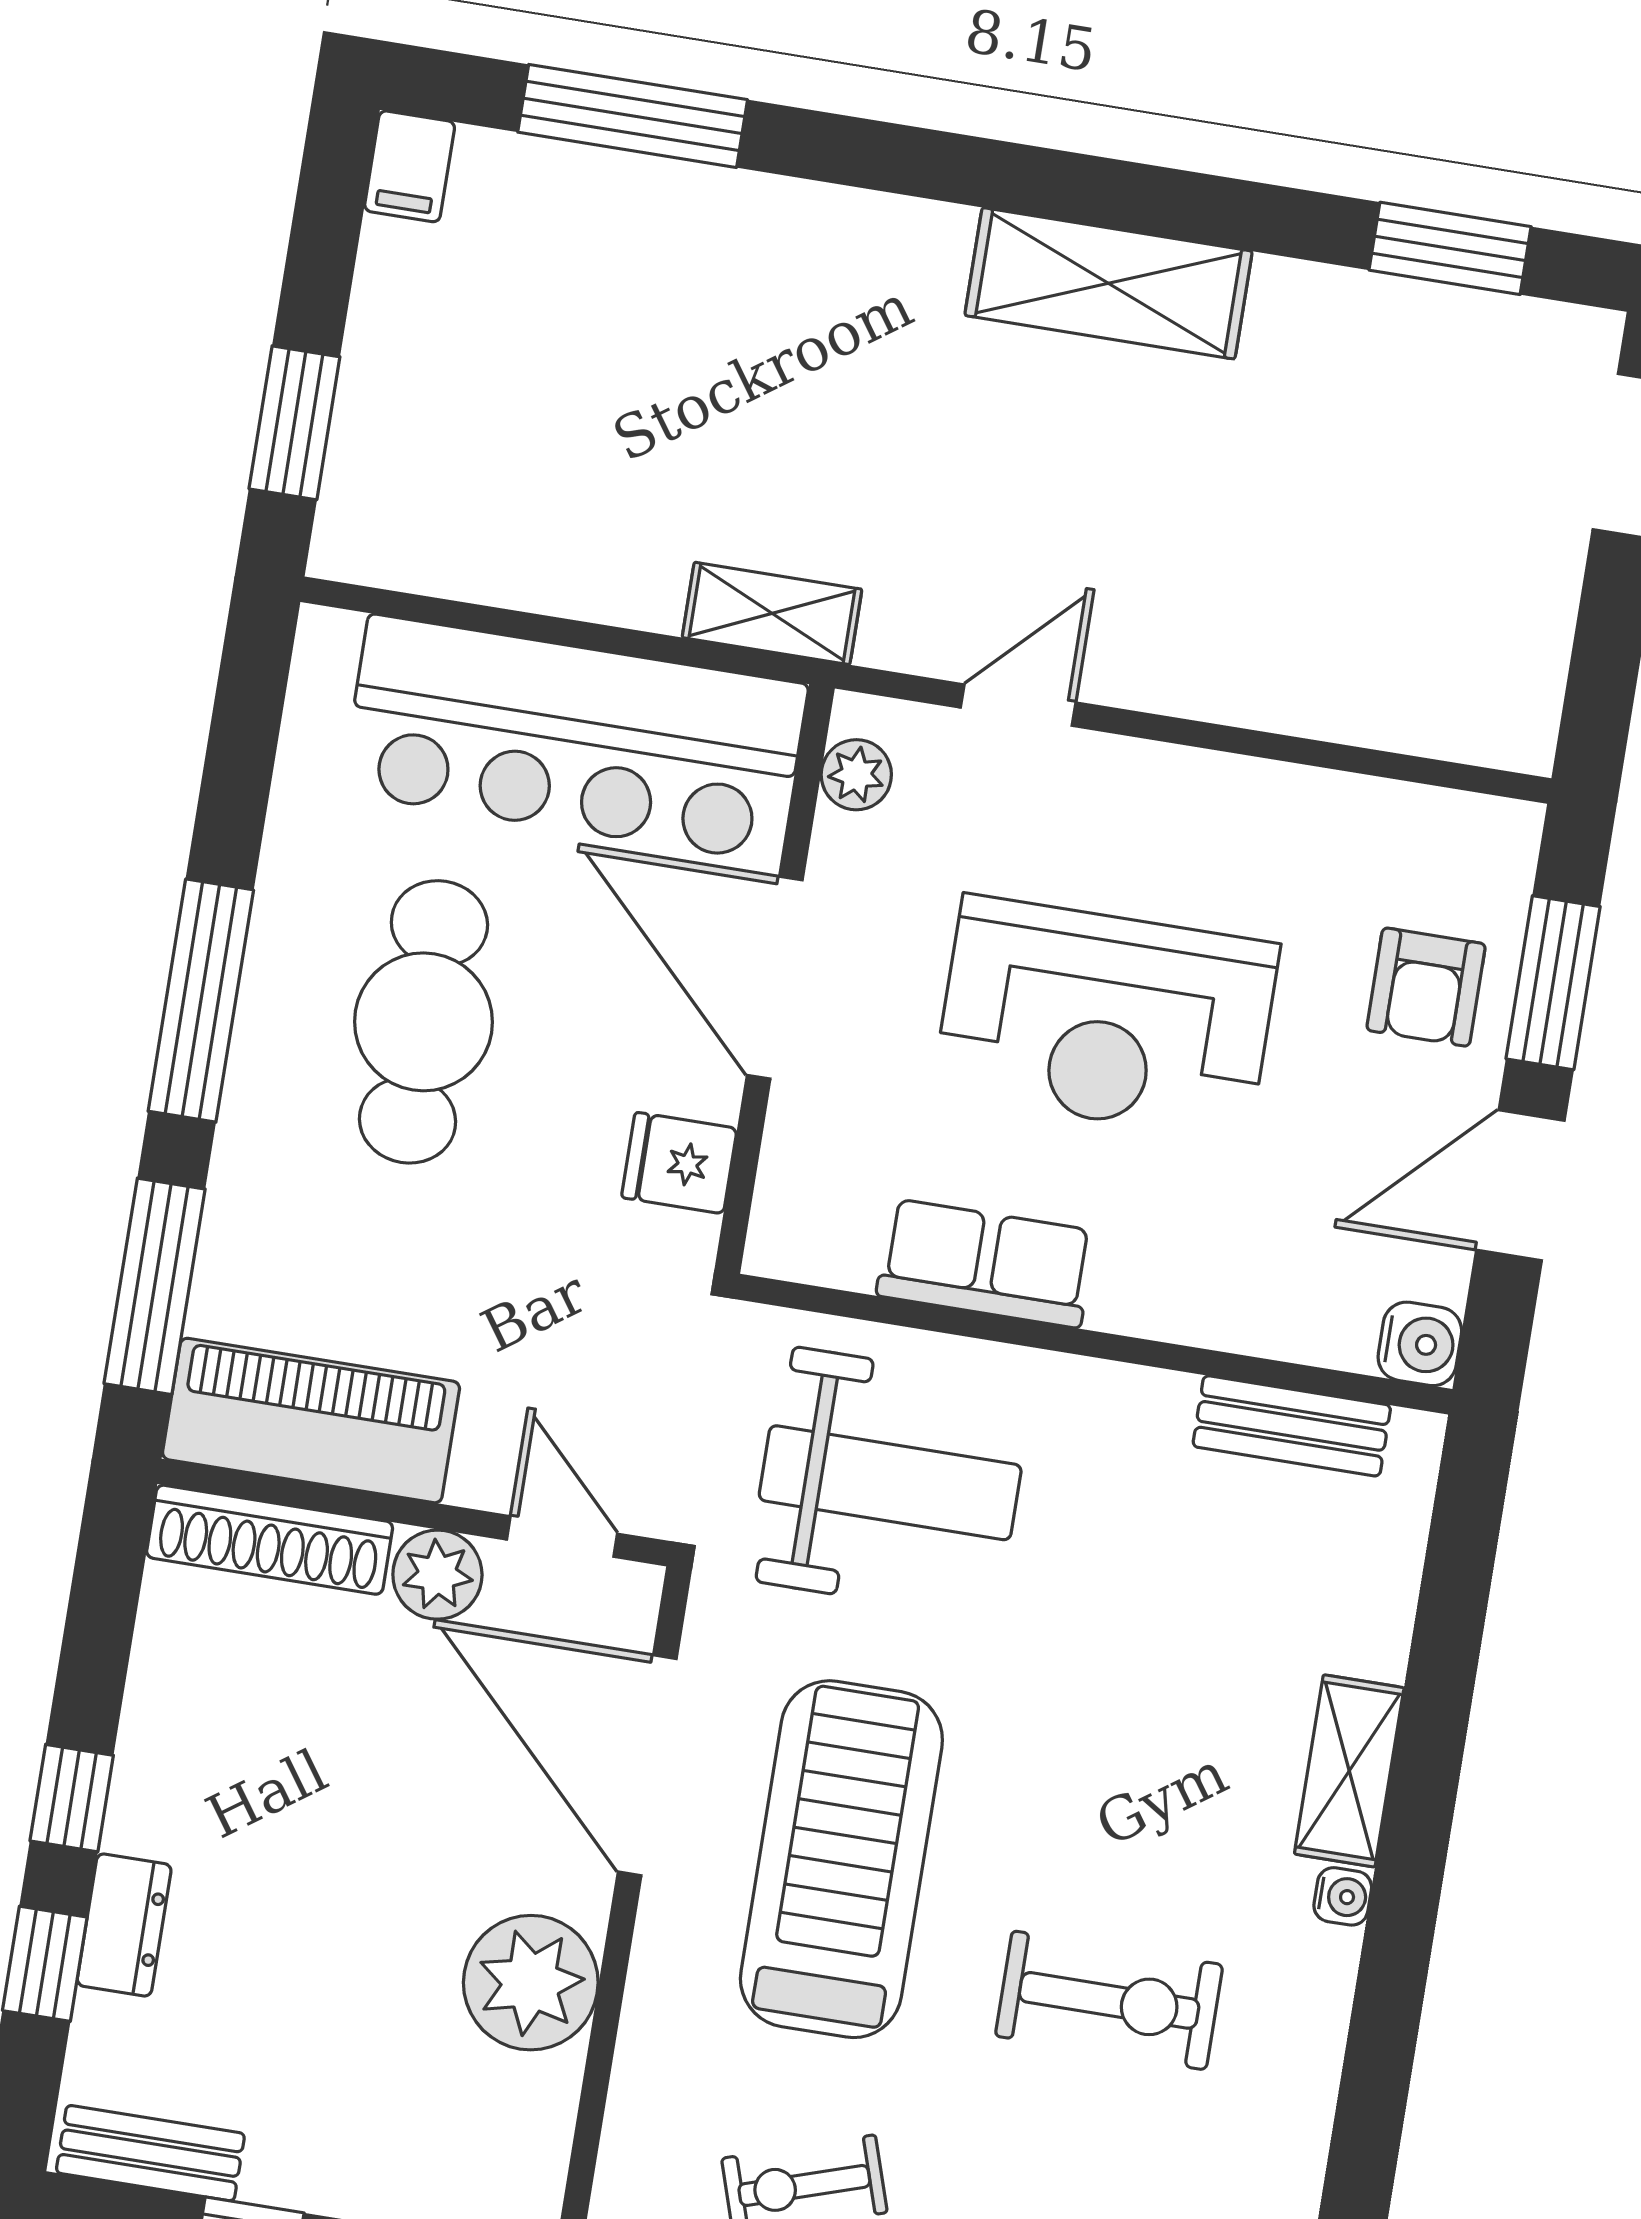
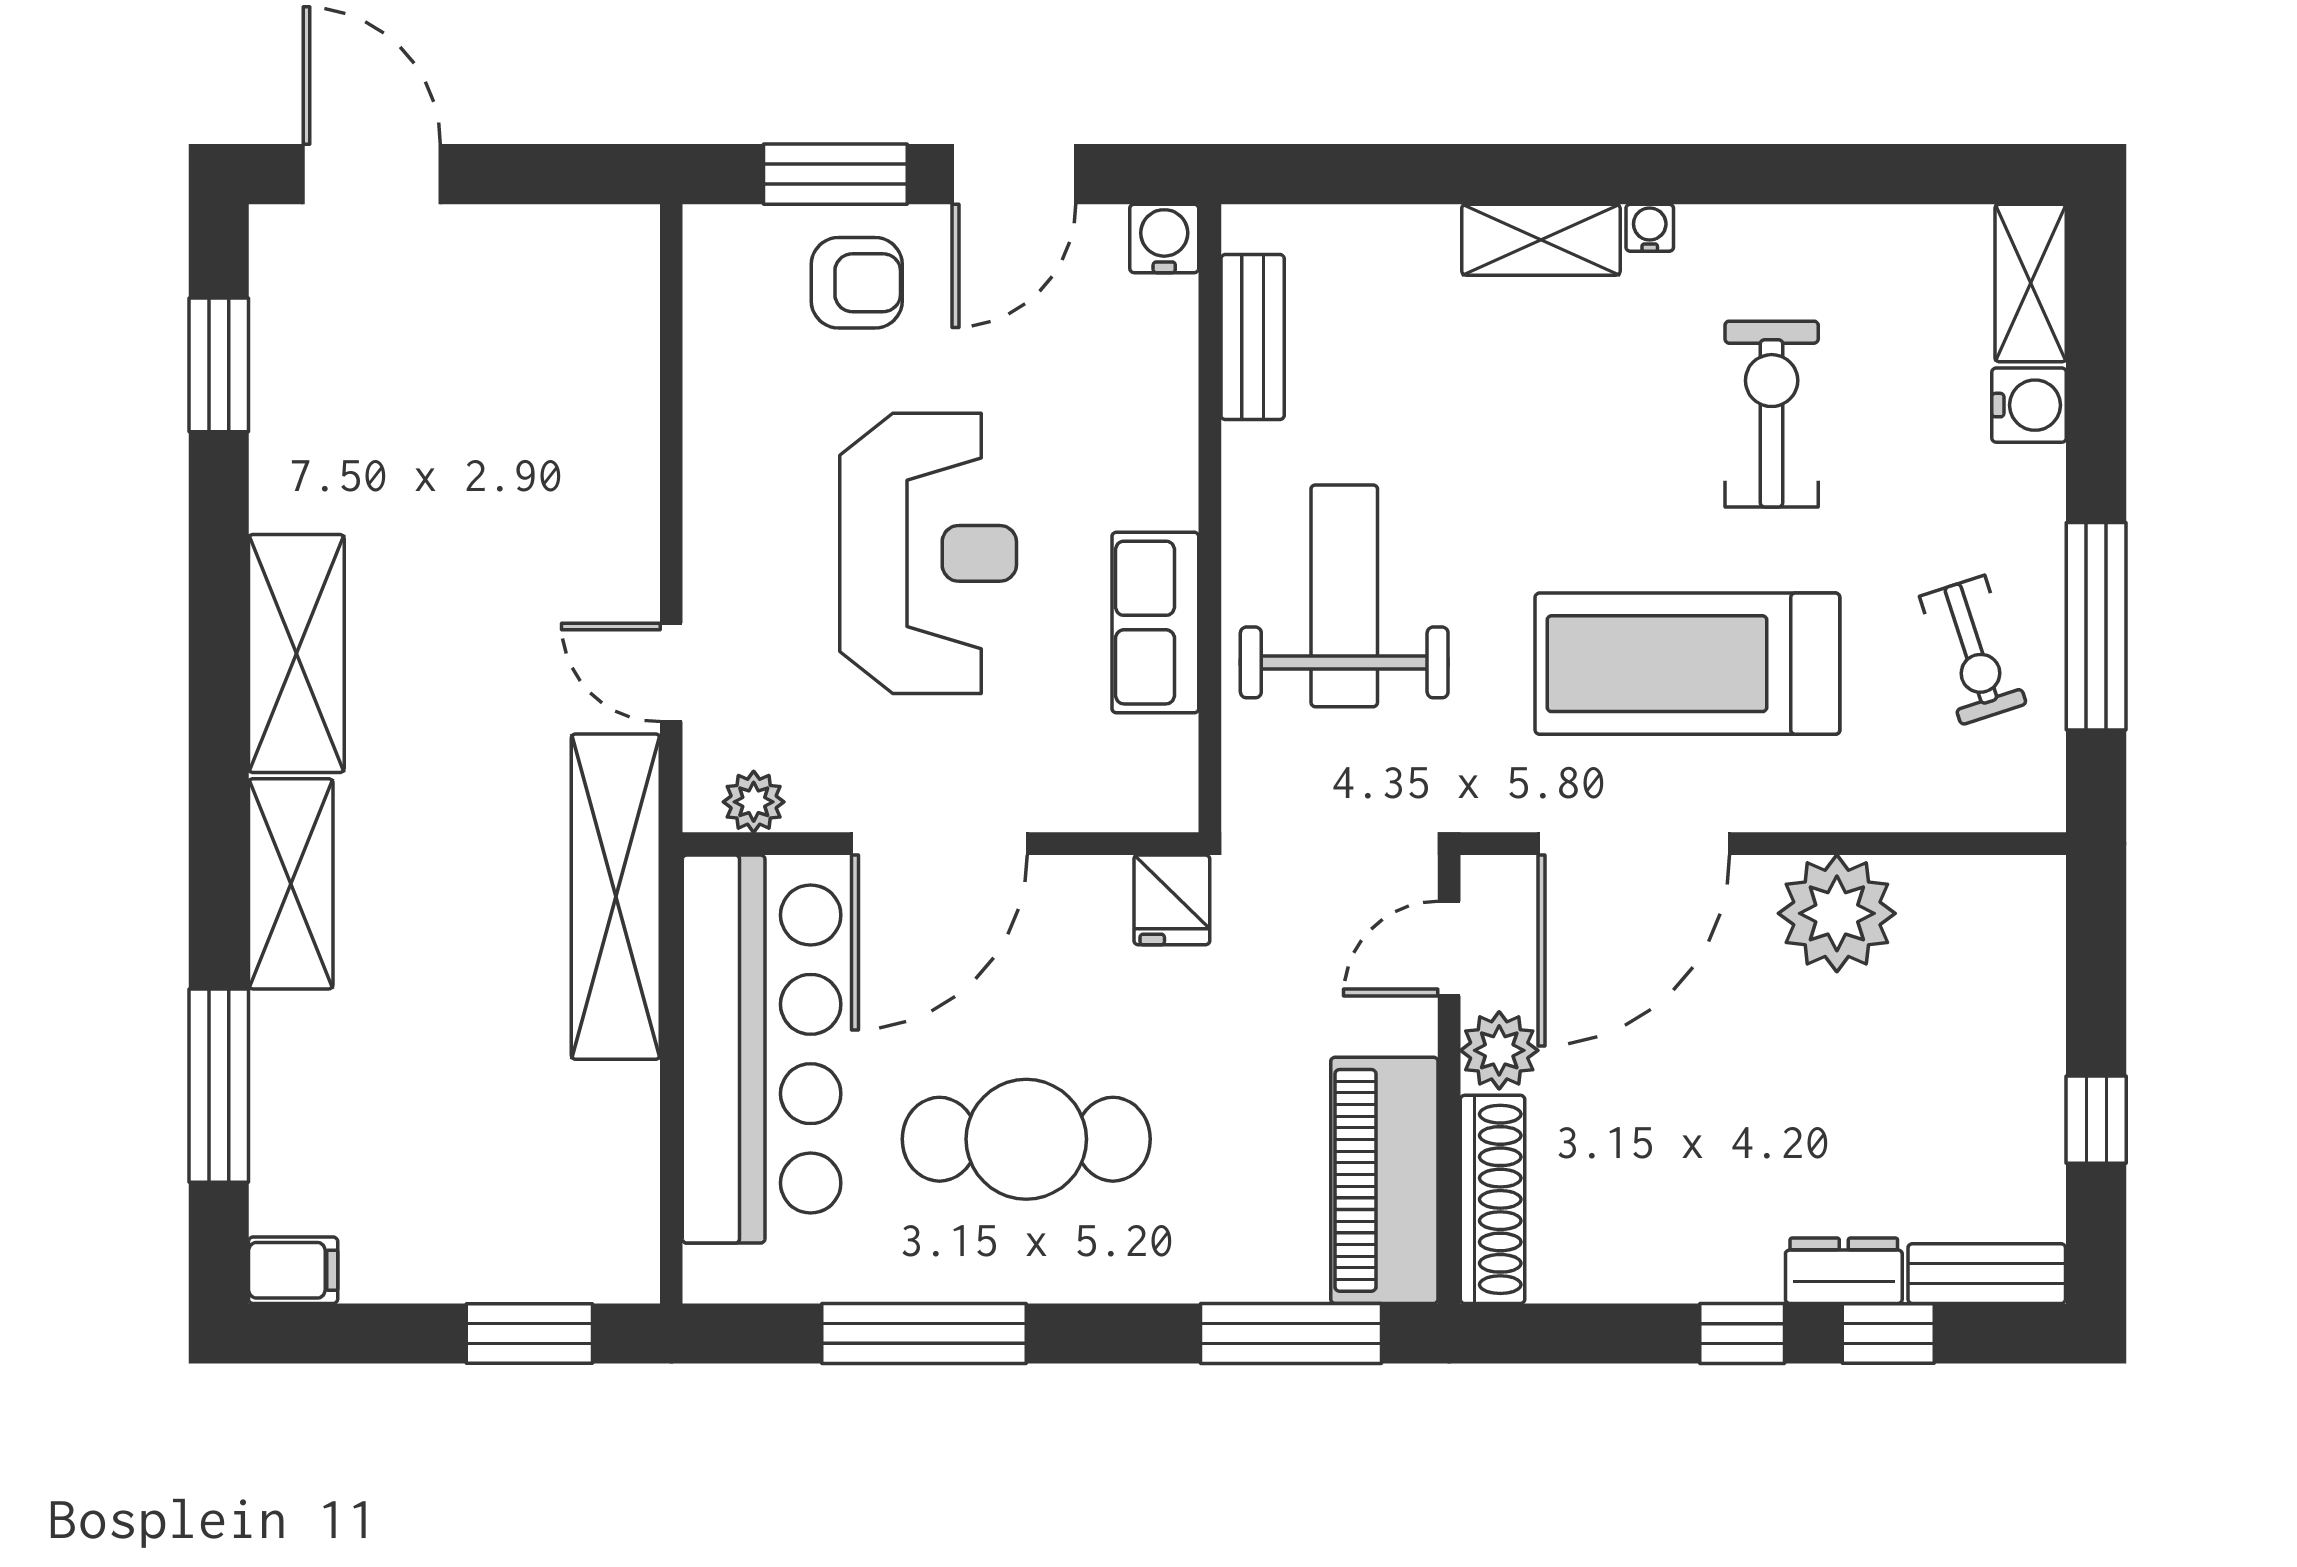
shelving: (848, 235) -> (291, 884), added
shelving: (772, 613) -> (616, 897), width x2.20, depth x1.33
window: (201, 1001) -> (924, 1333), moved
fridge: (679, 1163) -> (1172, 900), moved
door: (1520, 1185) -> (1014, 174), hinge flipped
weight bench: (890, 1483) -> (1344, 596), moved
bench: (150, 2153) -> (1987, 1274), moved, turned 90

